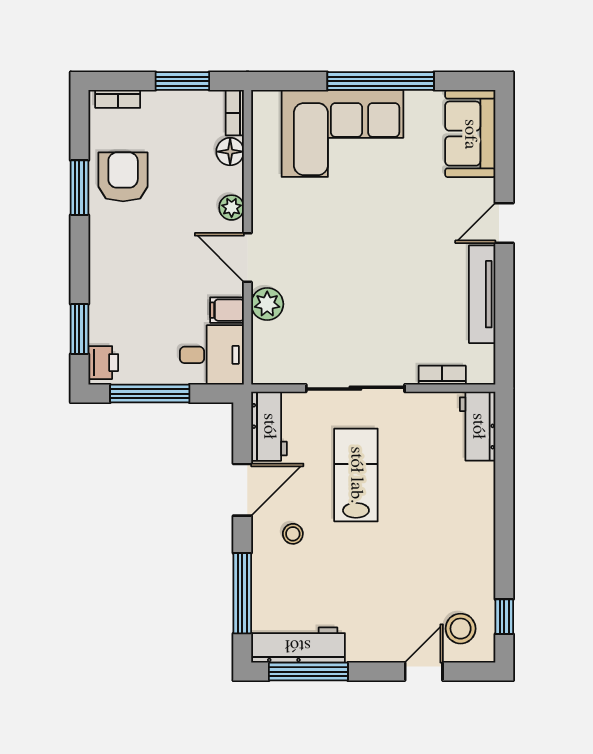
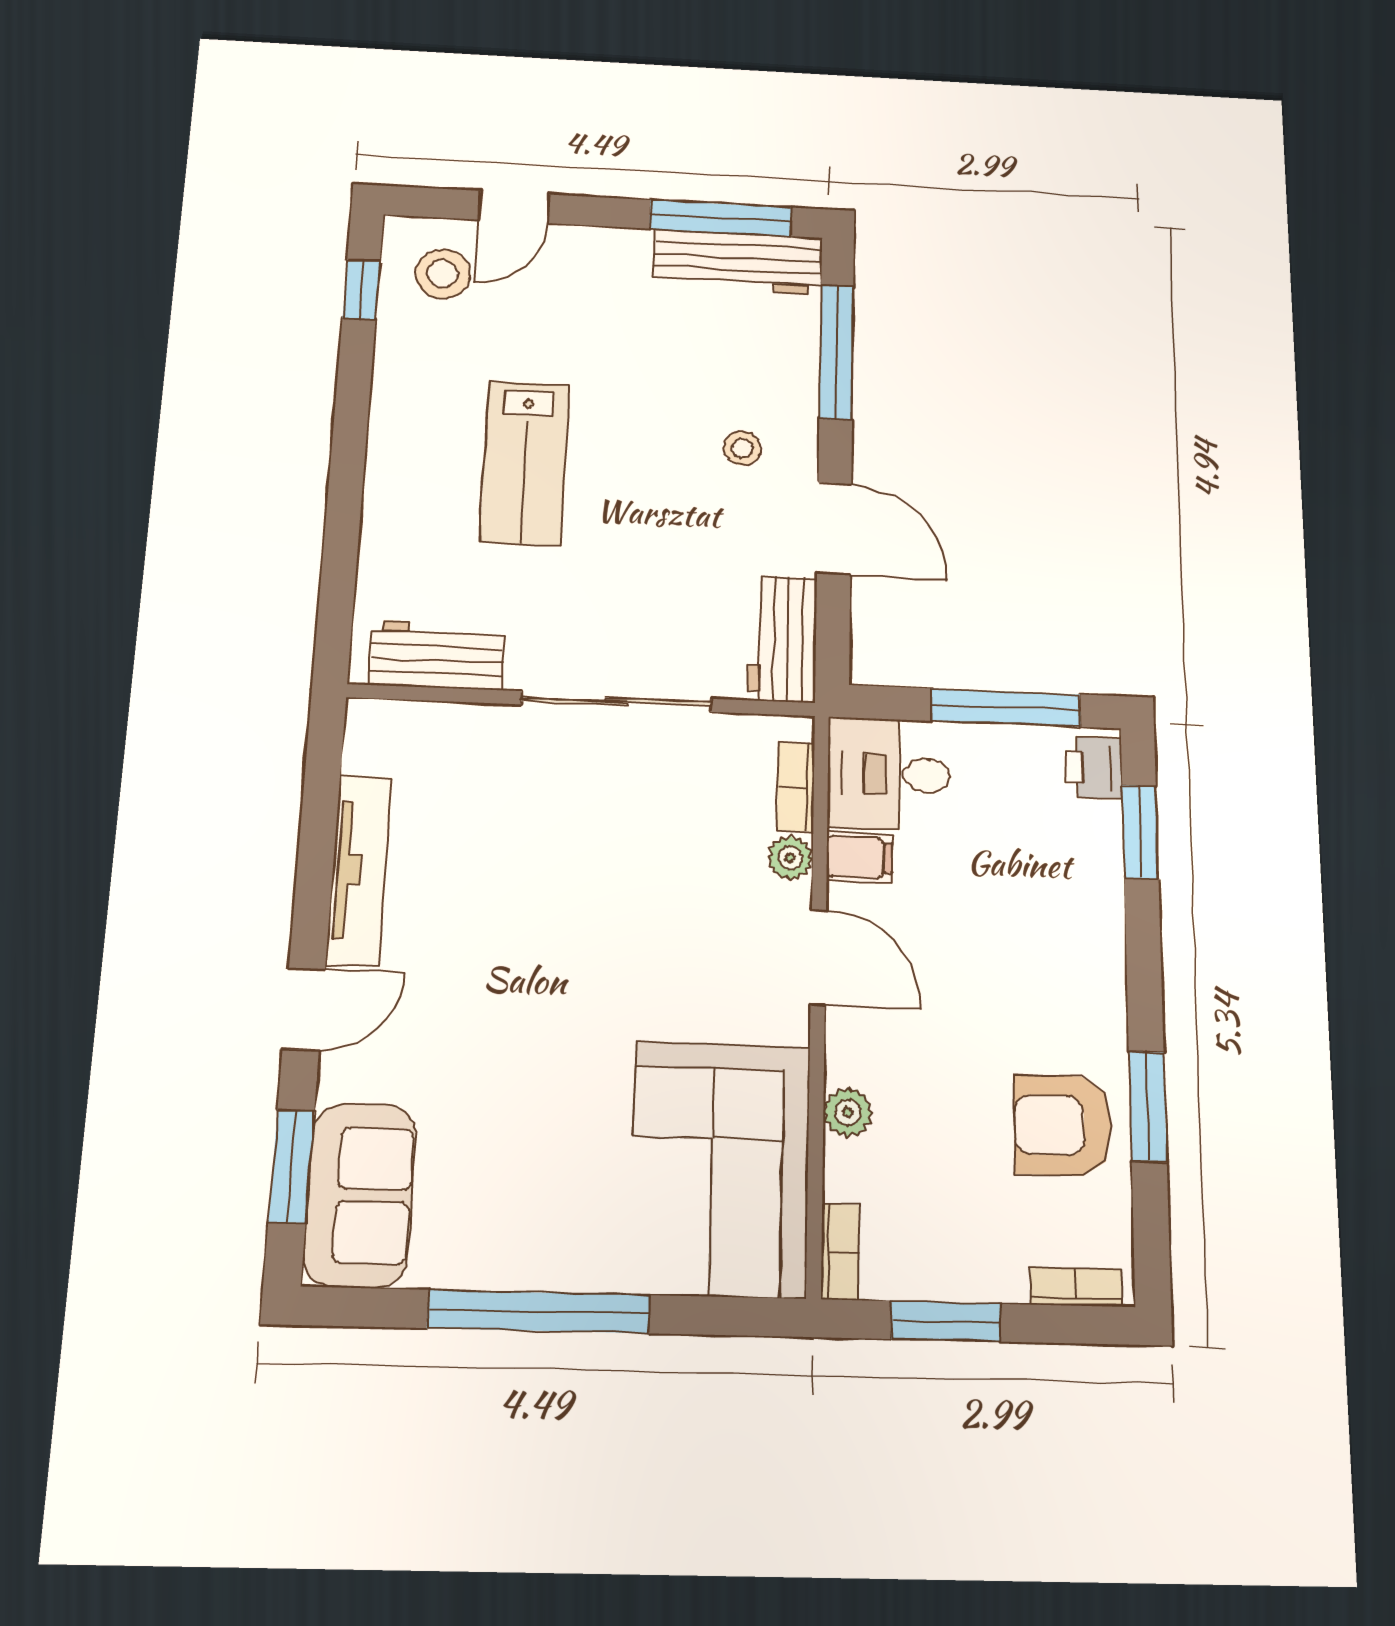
corner sofa: (343, 133) -> (720, 1169), moved, turned -90
window: (504, 146) -> (291, 1166), added
floor lamp: (230, 152) -> (850, 1171), removed
armchair: (123, 177) -> (1063, 1125), turned 90
plant: (232, 208) -> (848, 1112), moved
plant: (267, 304) -> (790, 858), width x0.73, depth x0.73
bookcase: (442, 375) -> (796, 787), moved, turned 90
workbench: (478, 426) -> (437, 655), moved, turned -90
lab bench: (356, 475) -> (525, 463), moved
door: (242, 490) -> (834, 529), swing flipped

